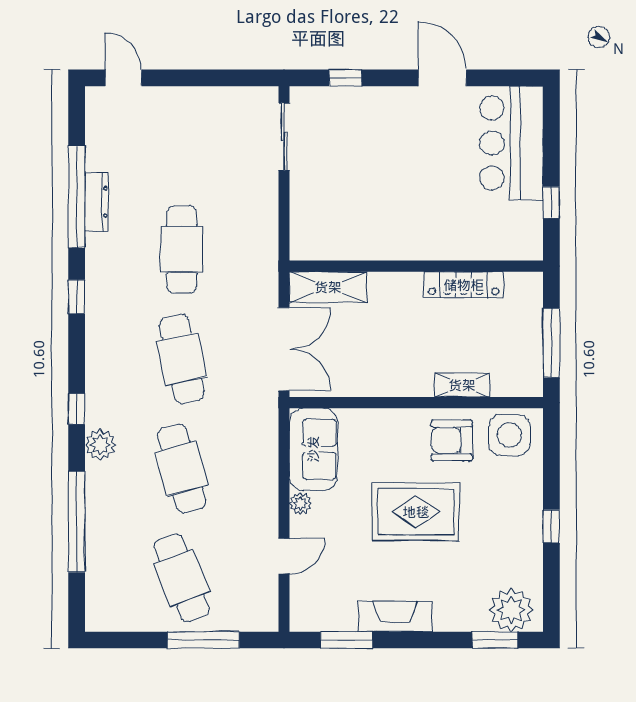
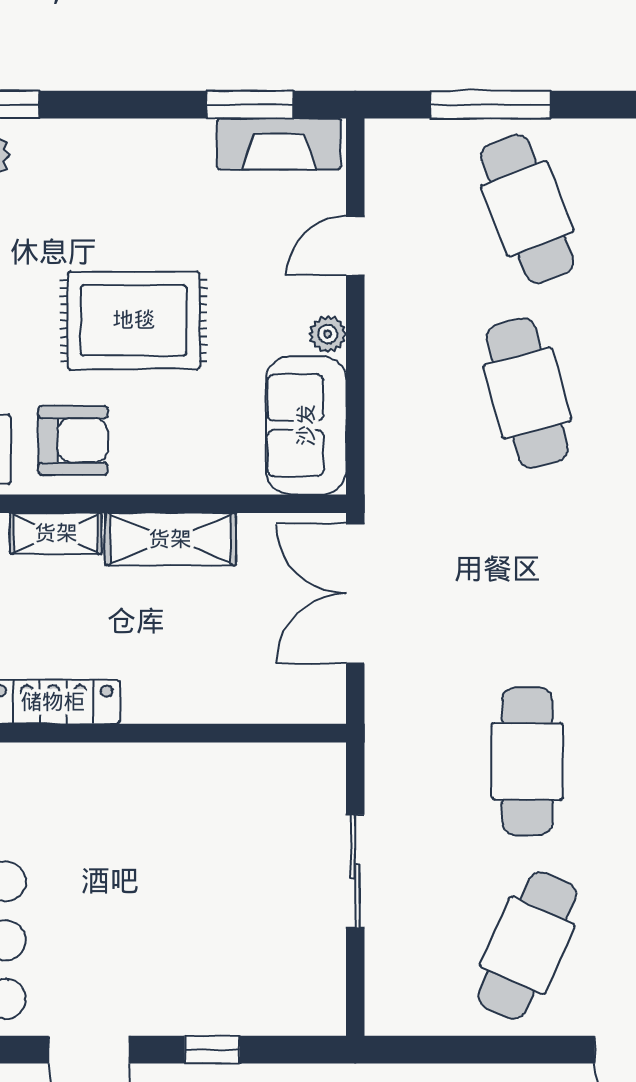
window: (345, 78) -> (212, 1050), moved
sliding door: (284, 137) -> (355, 871), moved
shelving: (328, 287) -> (170, 539), moved
cafe table: (182, 359) -> (527, 945), moved, turned 36
fireplace: (395, 617) -> (279, 144), moved

